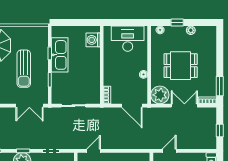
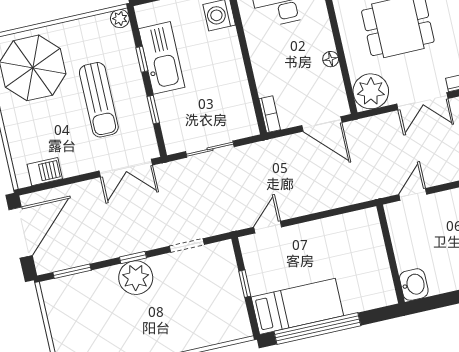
plant: (43, 31) -> (120, 19), added
double door: (184, 106) -> (422, 101), swing flipped

